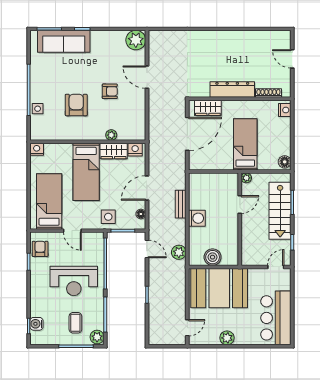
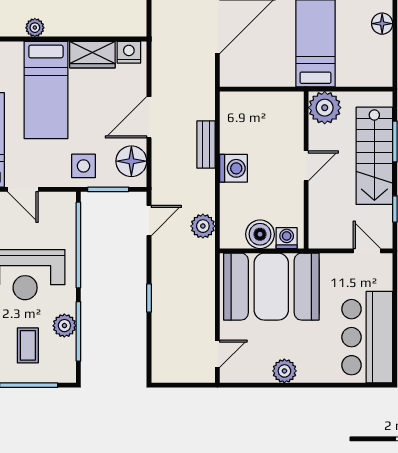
plant: (111, 135) -> (35, 28), moved
floor lamp: (285, 162) -> (382, 24), moved
plant: (246, 178) -> (325, 108), width x1.87, depth x1.87
door: (240, 204) -> (306, 166), moved
floor lamp: (141, 214) -> (131, 161), width x1.89, depth x1.89
door: (147, 249) -> (149, 221), hinge flipped
washing machine: (228, 259) -> (287, 238), added
door: (276, 267) -> (367, 251), hinge flipped
plant: (97, 337) -> (64, 326), moved

